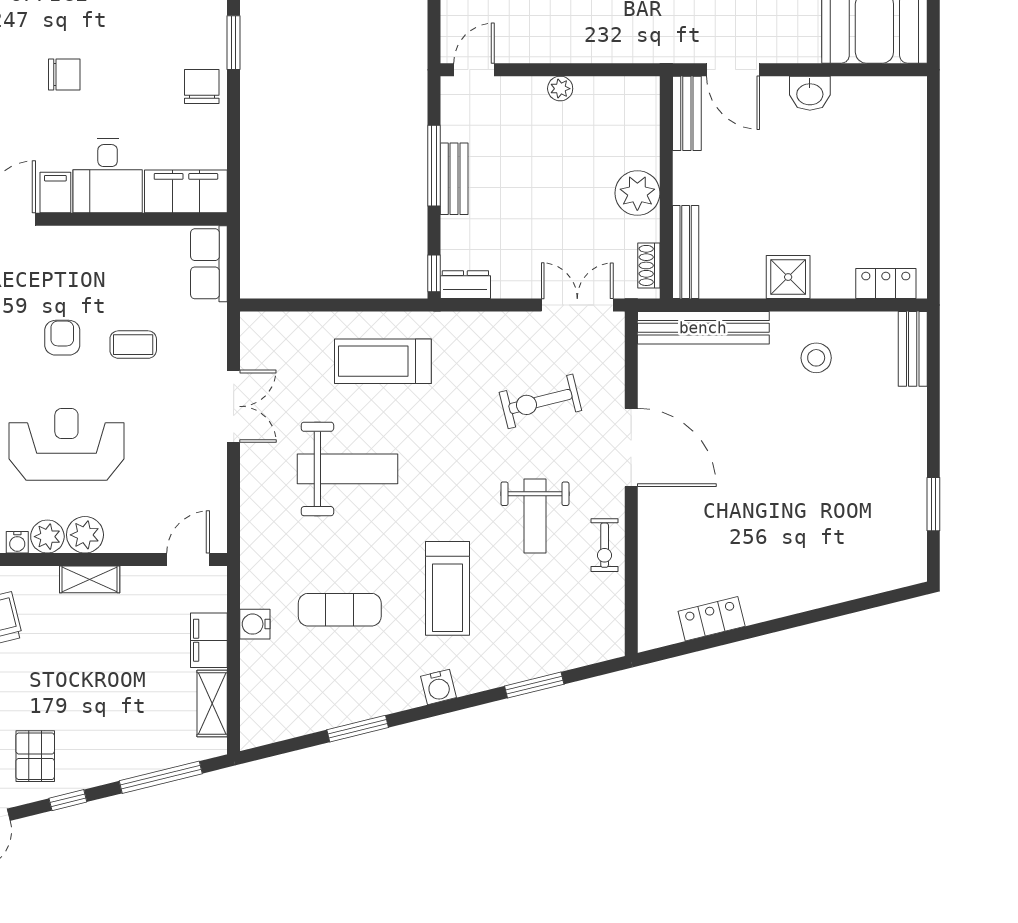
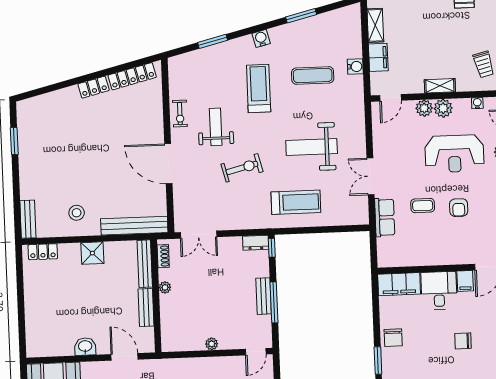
bench: (687, 113) -> (146, 308), moved
plant: (637, 193) -> (165, 287), width x0.53, depth x0.53
row of seats: (209, 264) -> (385, 217), moved
exercise bike: (540, 401) -> (242, 168), moved
plant: (47, 537) -> (424, 108), moved
exercise bike: (605, 545) -> (180, 114), turned 180
locker: (773, 604) -> (94, 87), added
locker: (712, 619) -> (132, 76), width x1.53

